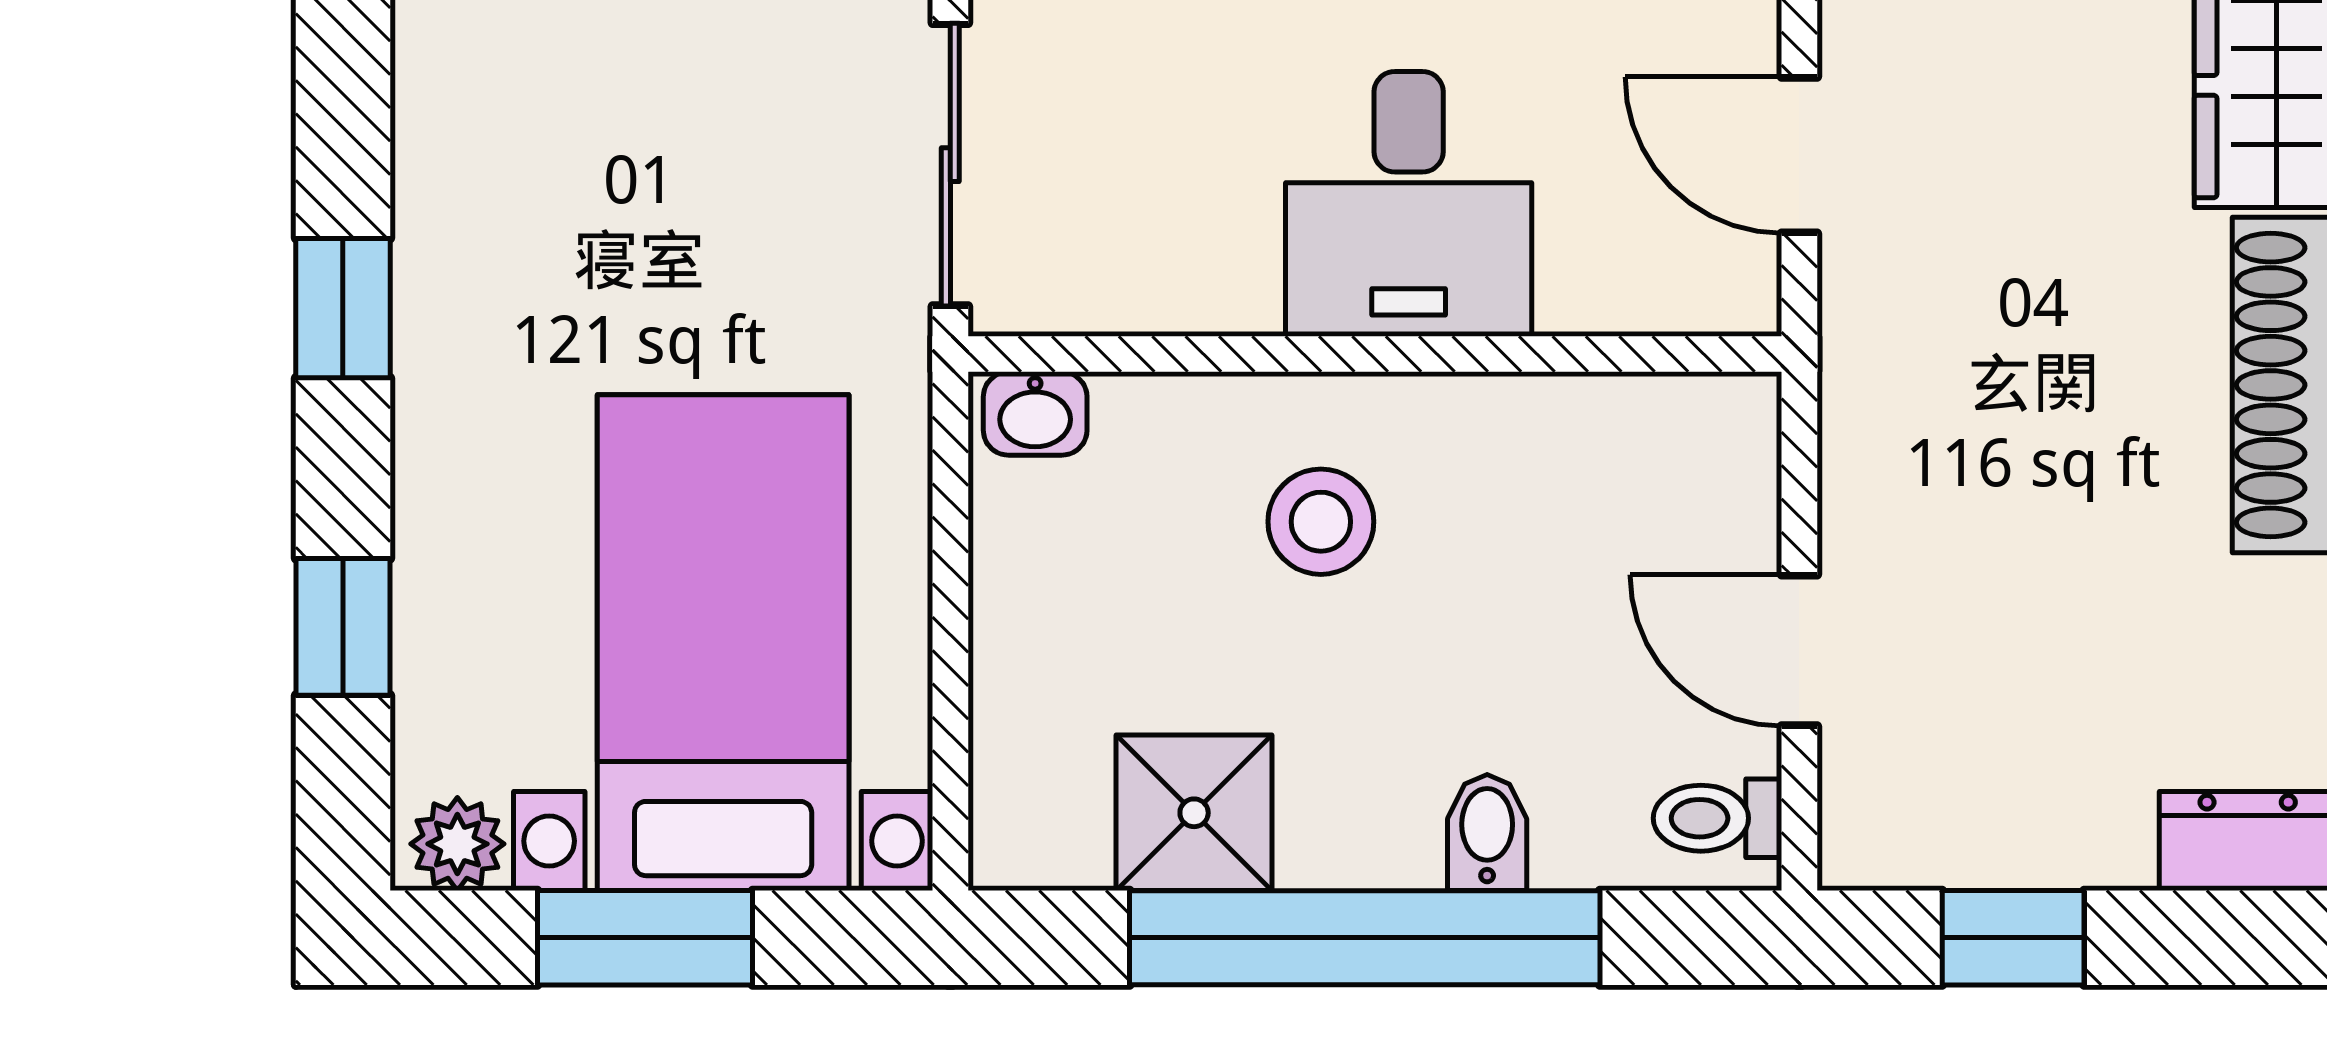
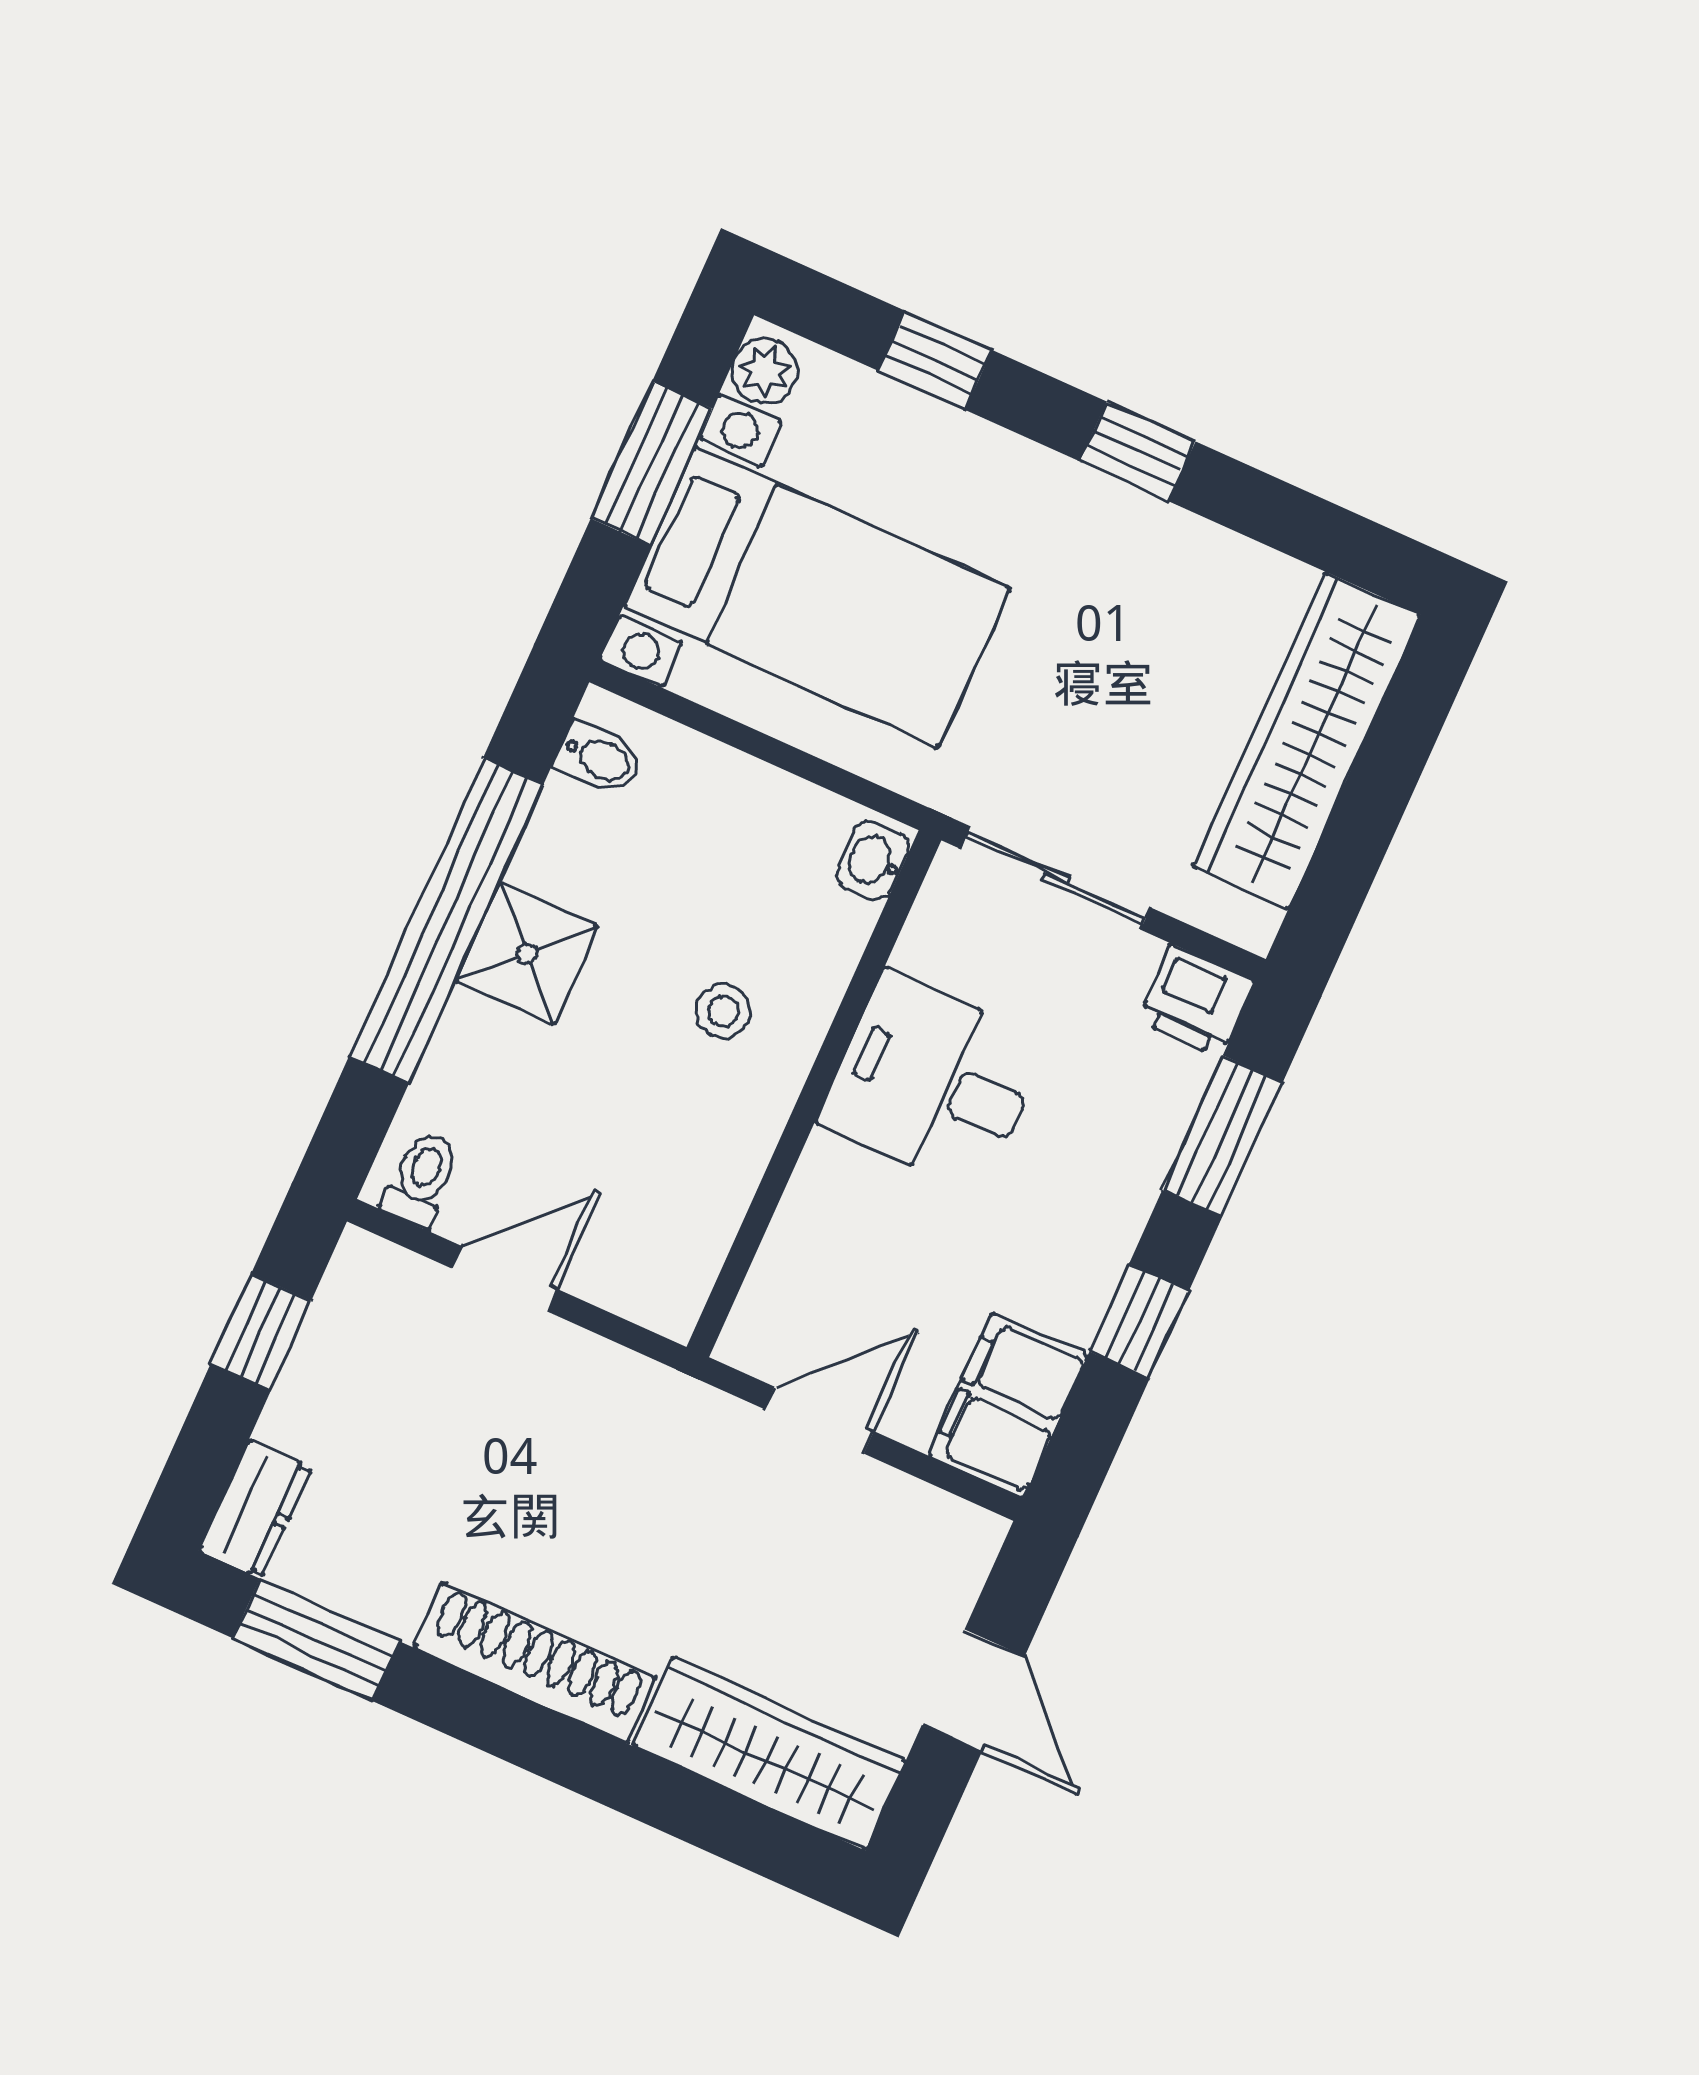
desk: (1409, 204) -> (934, 1082), moved
stool: (1321, 522) -> (723, 1012), width x0.73, depth x0.73
shower: (1194, 813) -> (527, 953), moved
bidet: (1487, 833) -> (599, 758), moved

